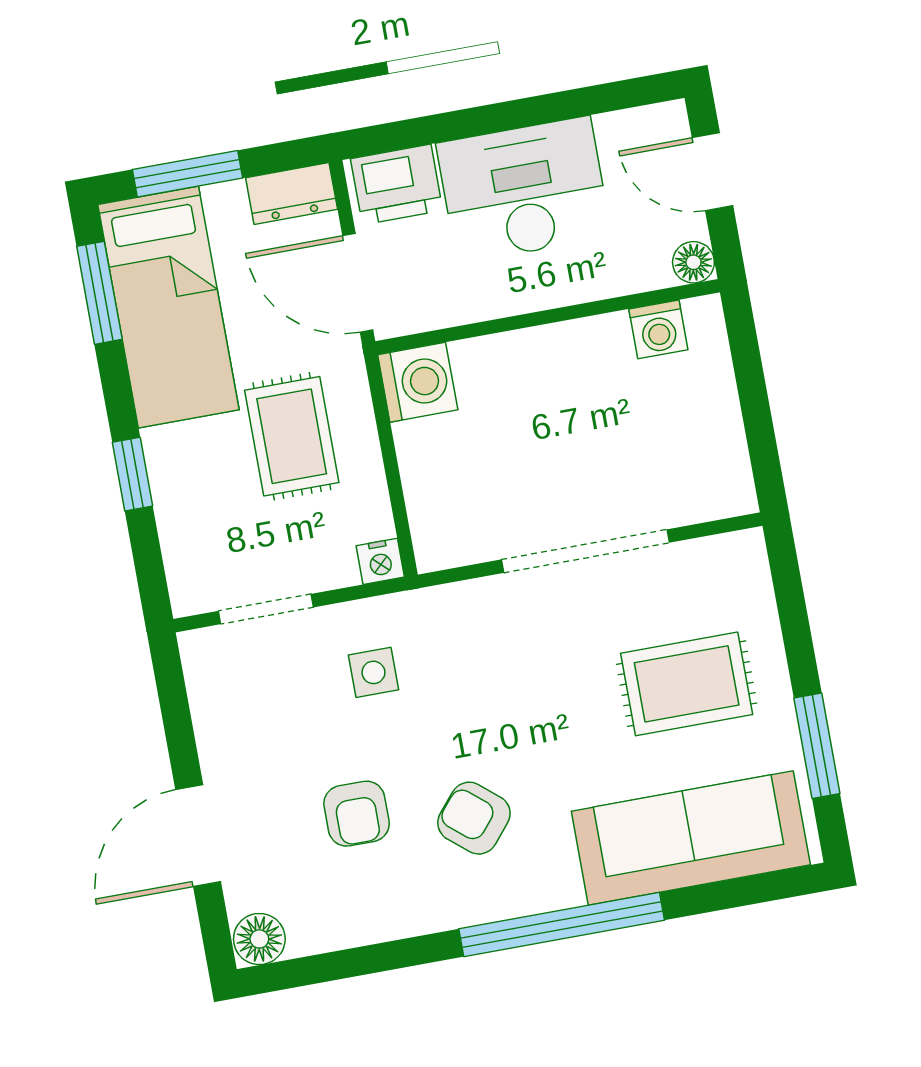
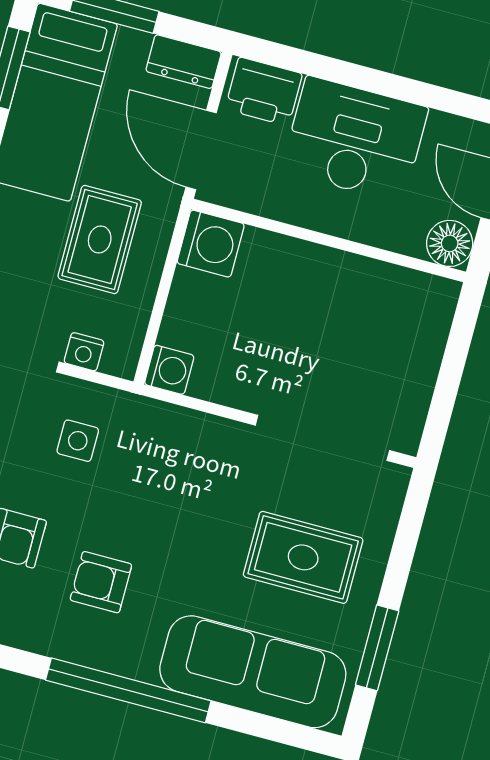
floor lamp: (693, 262) -> (450, 243), width x1.37, depth x1.37
washing machine: (658, 329) -> (169, 370), moved, turned -90
doorway: (585, 551) -> (322, 438), moved
nightstand: (380, 561) -> (84, 352), moved
armchair: (474, 818) -> (101, 582), turned -40

